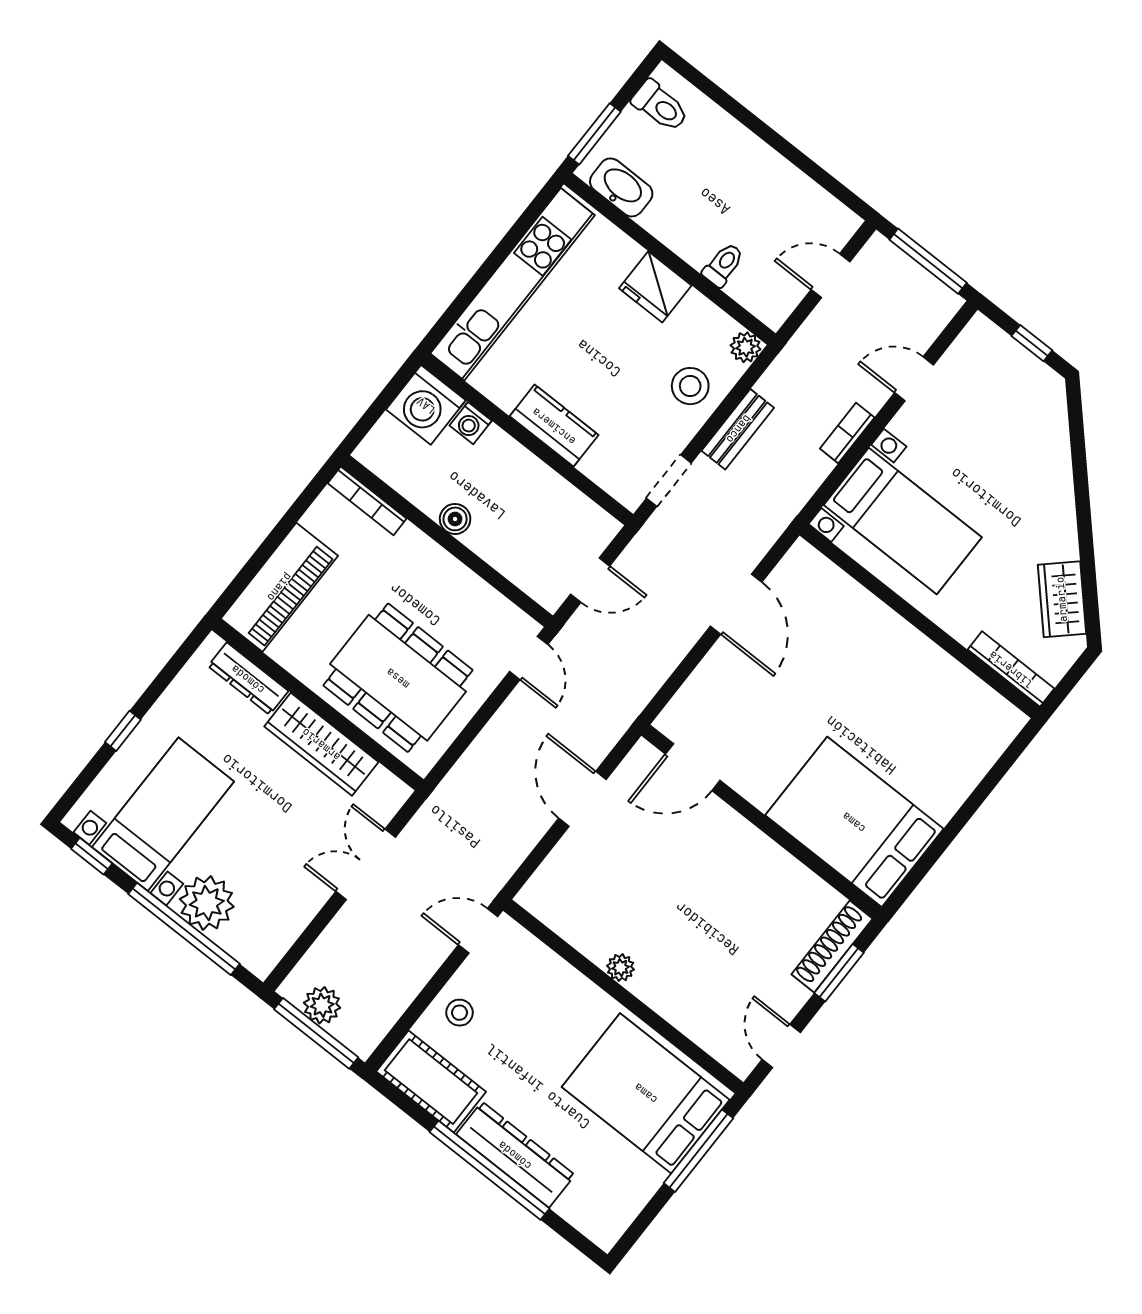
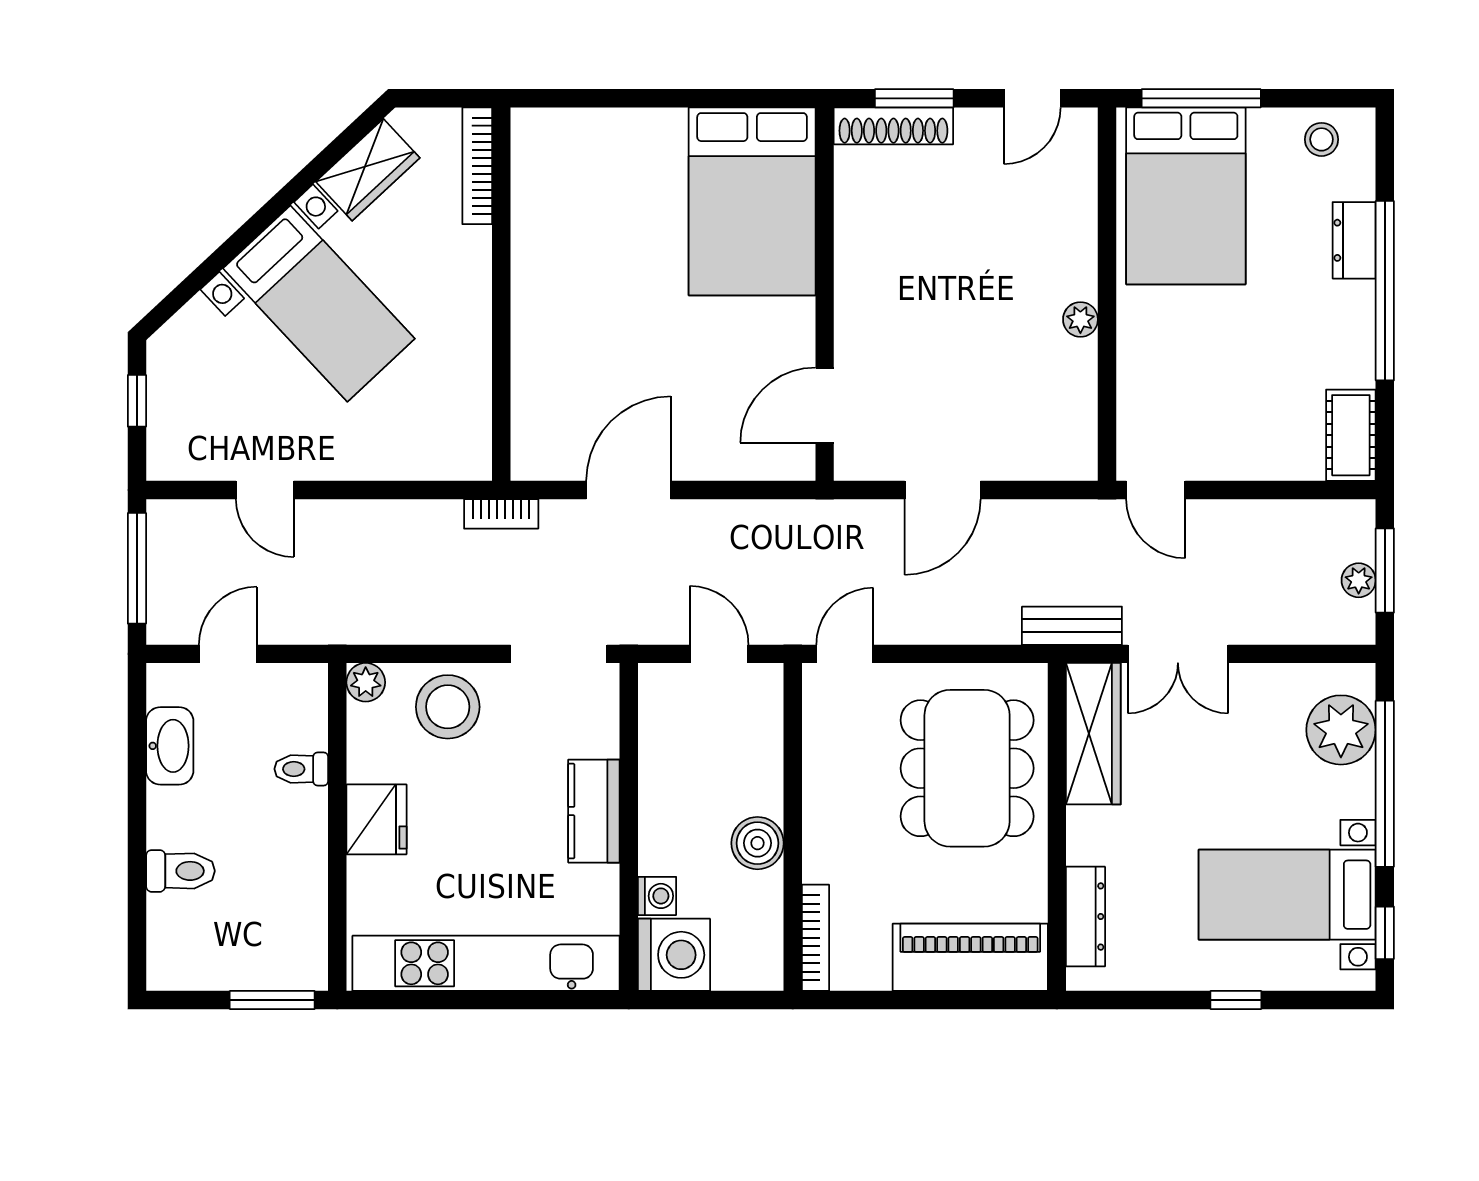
toilet: (660, 106) -> (180, 871), moved, turned 90
washbasin: (621, 187) -> (170, 746), moved, turned 180
door: (831, 276) -> (228, 654), swing flipped
stool: (690, 386) -> (448, 707), width x1.38, depth x1.38
bench: (738, 429) -> (1072, 626), moved
bookcase: (847, 433) -> (501, 514), moved
doorway: (669, 481) -> (559, 654), width x1.38
boiler: (455, 519) -> (757, 843), width x1.36, depth x1.36
bed with nightstands: (903, 521) -> (319, 304), moved, turned 137
wardrobe: (321, 744) -> (1093, 734), moved
door: (693, 767) -> (825, 405), swing flipped
plant: (207, 903) -> (1341, 730), moved
plant: (322, 1005) -> (1359, 580), width x0.73, depth x0.73
stool: (460, 1013) -> (1322, 139), moved
window: (316, 1033) -> (1385, 571), width x0.69
cot: (431, 1082) -> (1351, 435), width x0.73, depth x0.75
dresser: (515, 1155) -> (1354, 240), width x0.51, depth x0.80

